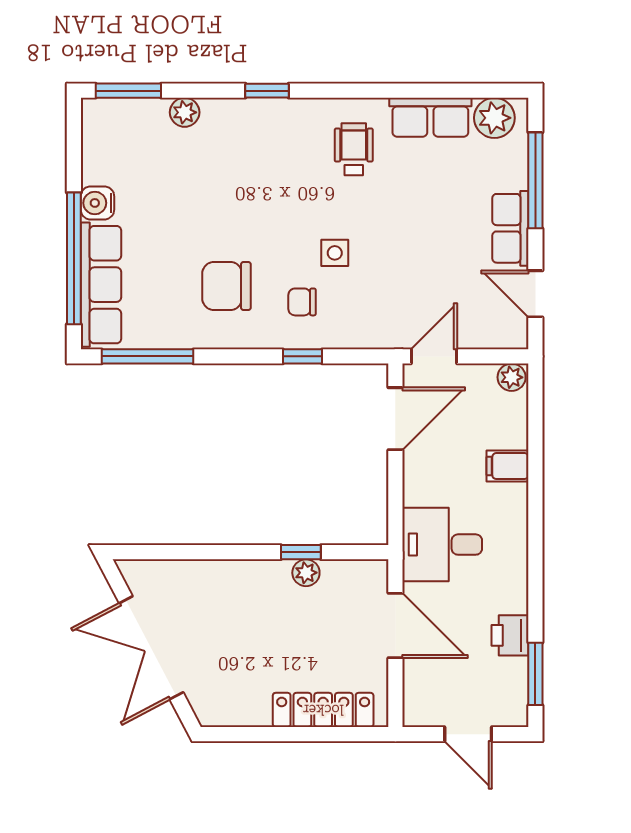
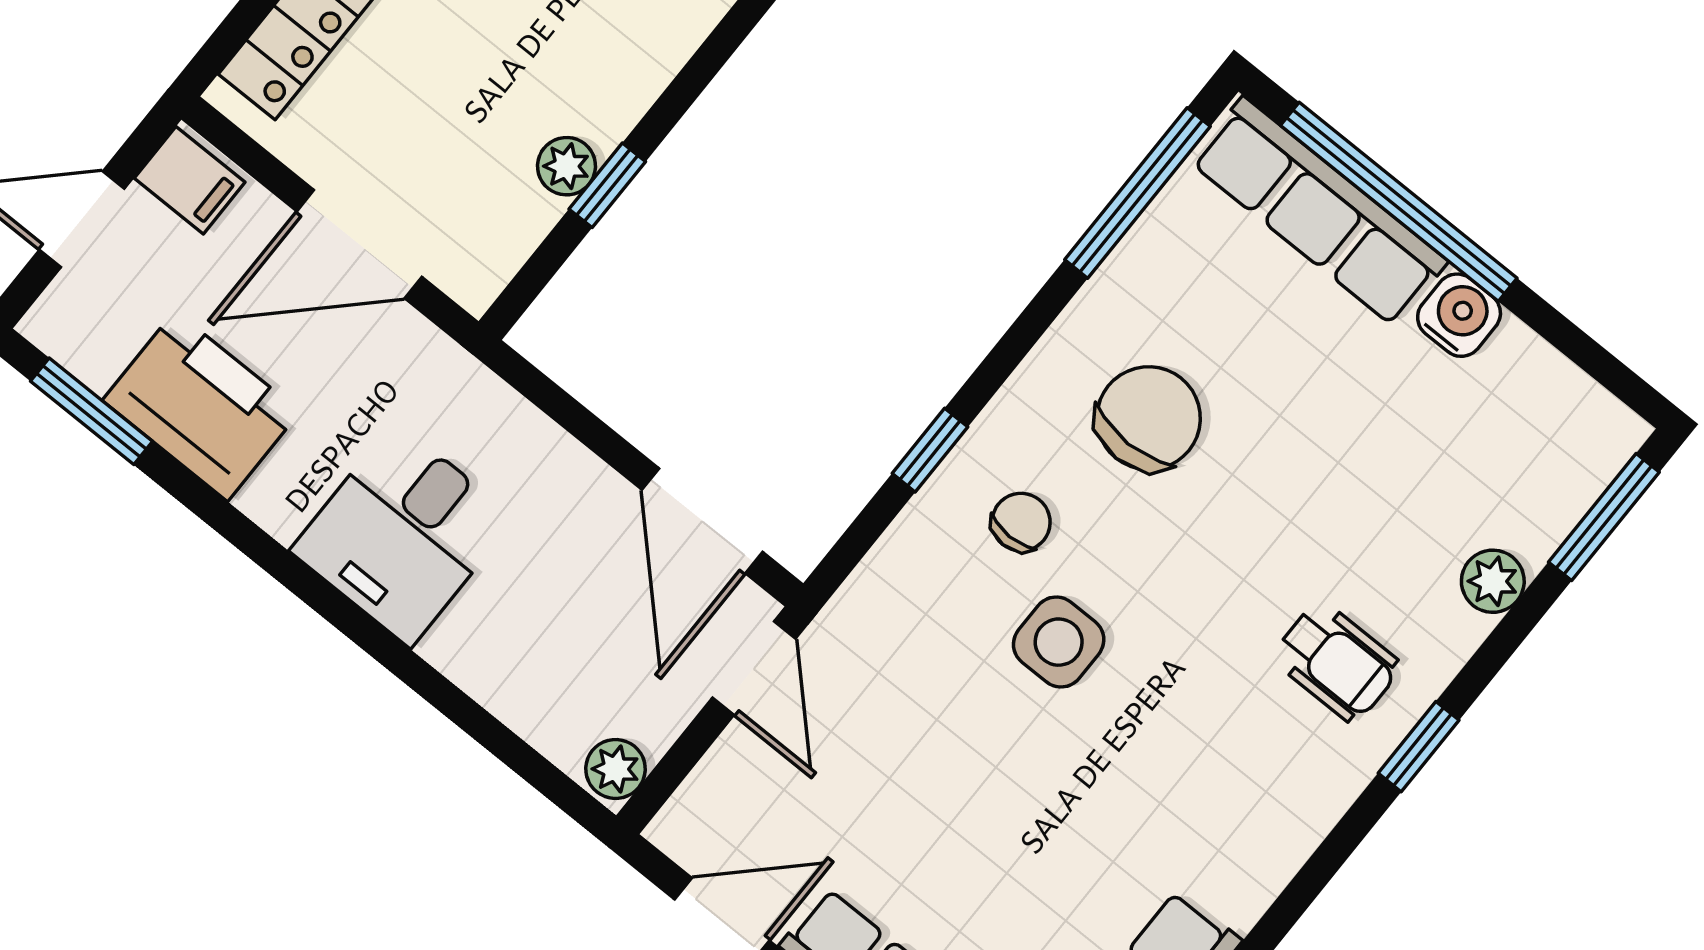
wheelchair: (354, 149) -> (1337, 662), moved
side table: (335, 253) -> (1059, 642), width x1.37, depth x1.37
filing cabinet: (507, 466) -> (190, 180), moved, turned 90
desk: (442, 545) -> (403, 534), moved, turned 180
printer: (510, 635) -> (201, 406), width x1.87, depth x1.48

